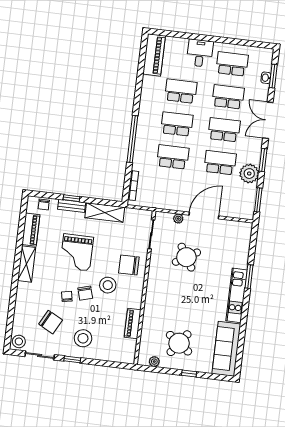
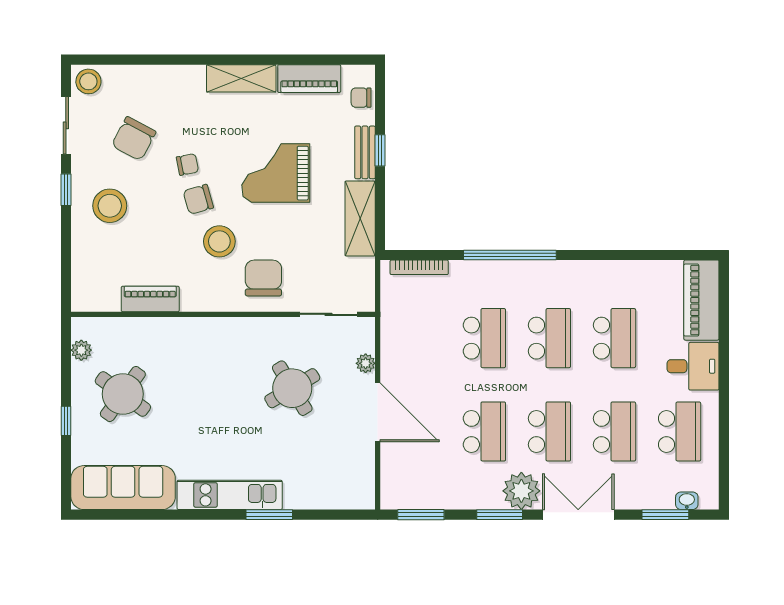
piano: (154, 55) -> (701, 300), moved, turned 90
washbasin: (266, 78) -> (687, 501), moved
plant: (249, 174) -> (521, 491), moved

